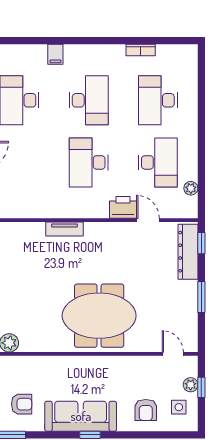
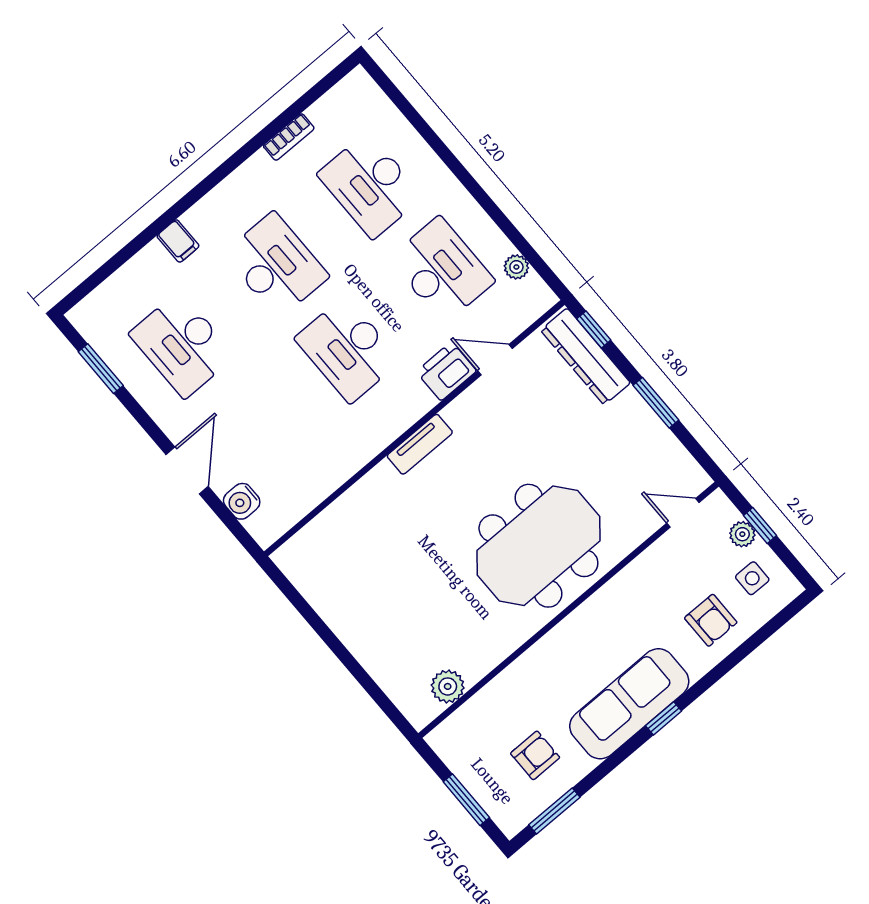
tv unit: (64, 229) -> (420, 444), moved

